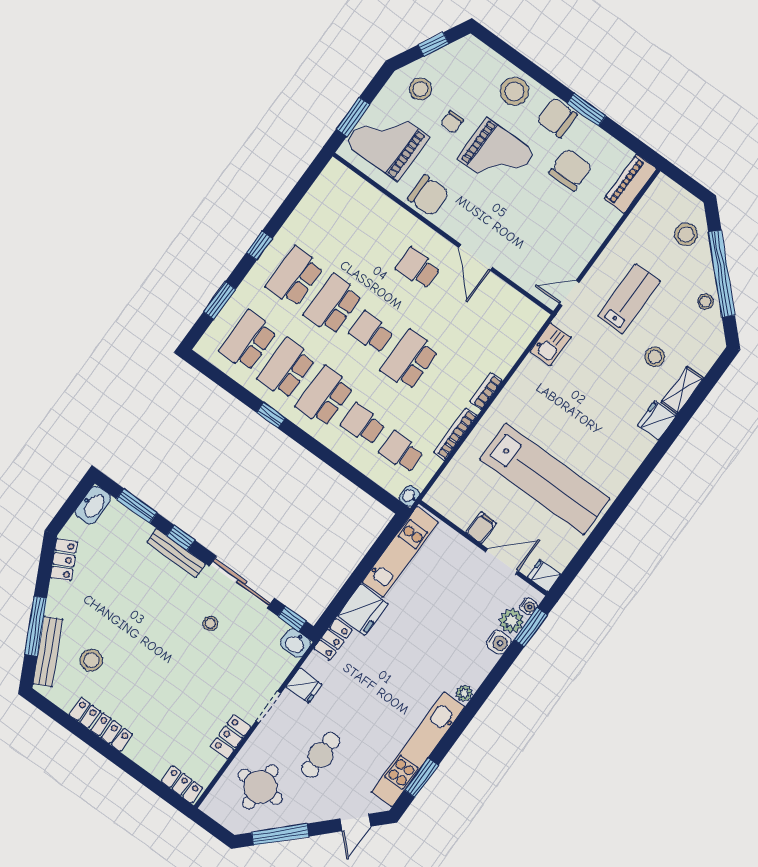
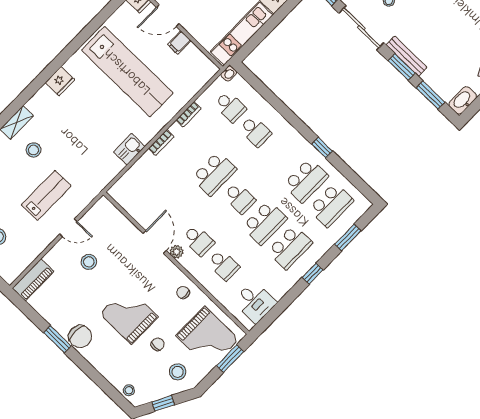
stool: (514, 91) -> (129, 390), moved, width x0.53, depth x0.53
chair: (570, 170) -> (76, 297), removed
chair: (428, 196) -> (183, 293), width x0.54, depth x0.54
desk: (331, 197) -> (255, 302), added
stool: (560, 218) -> (89, 262), added
plant: (445, 249) -> (177, 252), added
door: (569, 293) -> (68, 228), moved
lab bench: (629, 299) -> (46, 195), turned 180
kitchen sink: (550, 344) -> (129, 149), moved
school desk: (325, 396) -> (224, 265), moved, width x0.54
fridge: (657, 420) -> (60, 81), moved
bookcase: (455, 434) -> (188, 114), width x0.64
lab bench: (545, 479) -> (127, 72), turned 180
window: (181, 538) -> (402, 67), width x1.50

